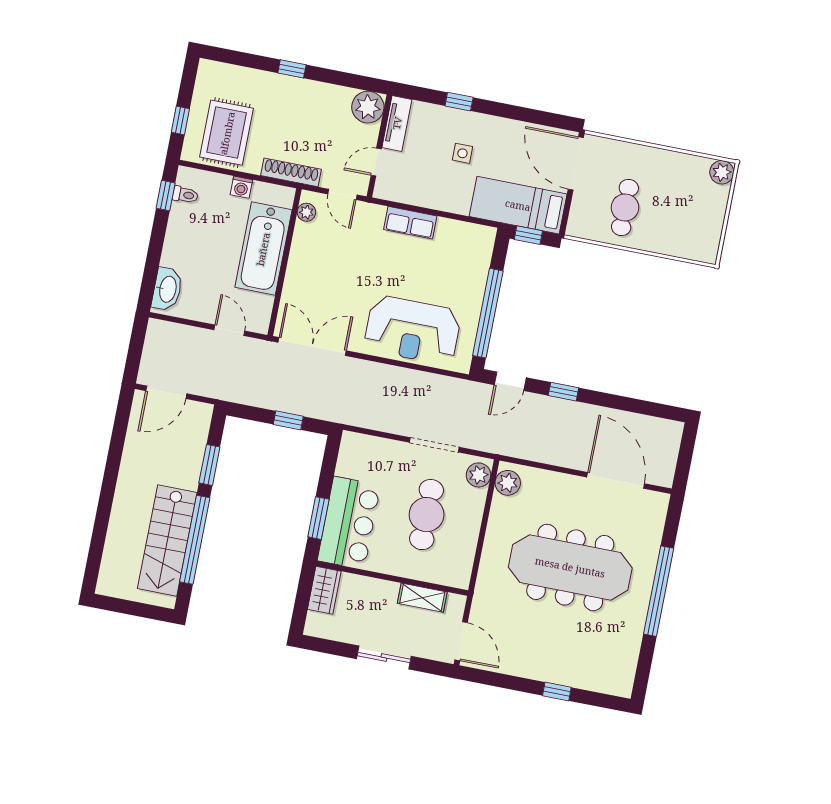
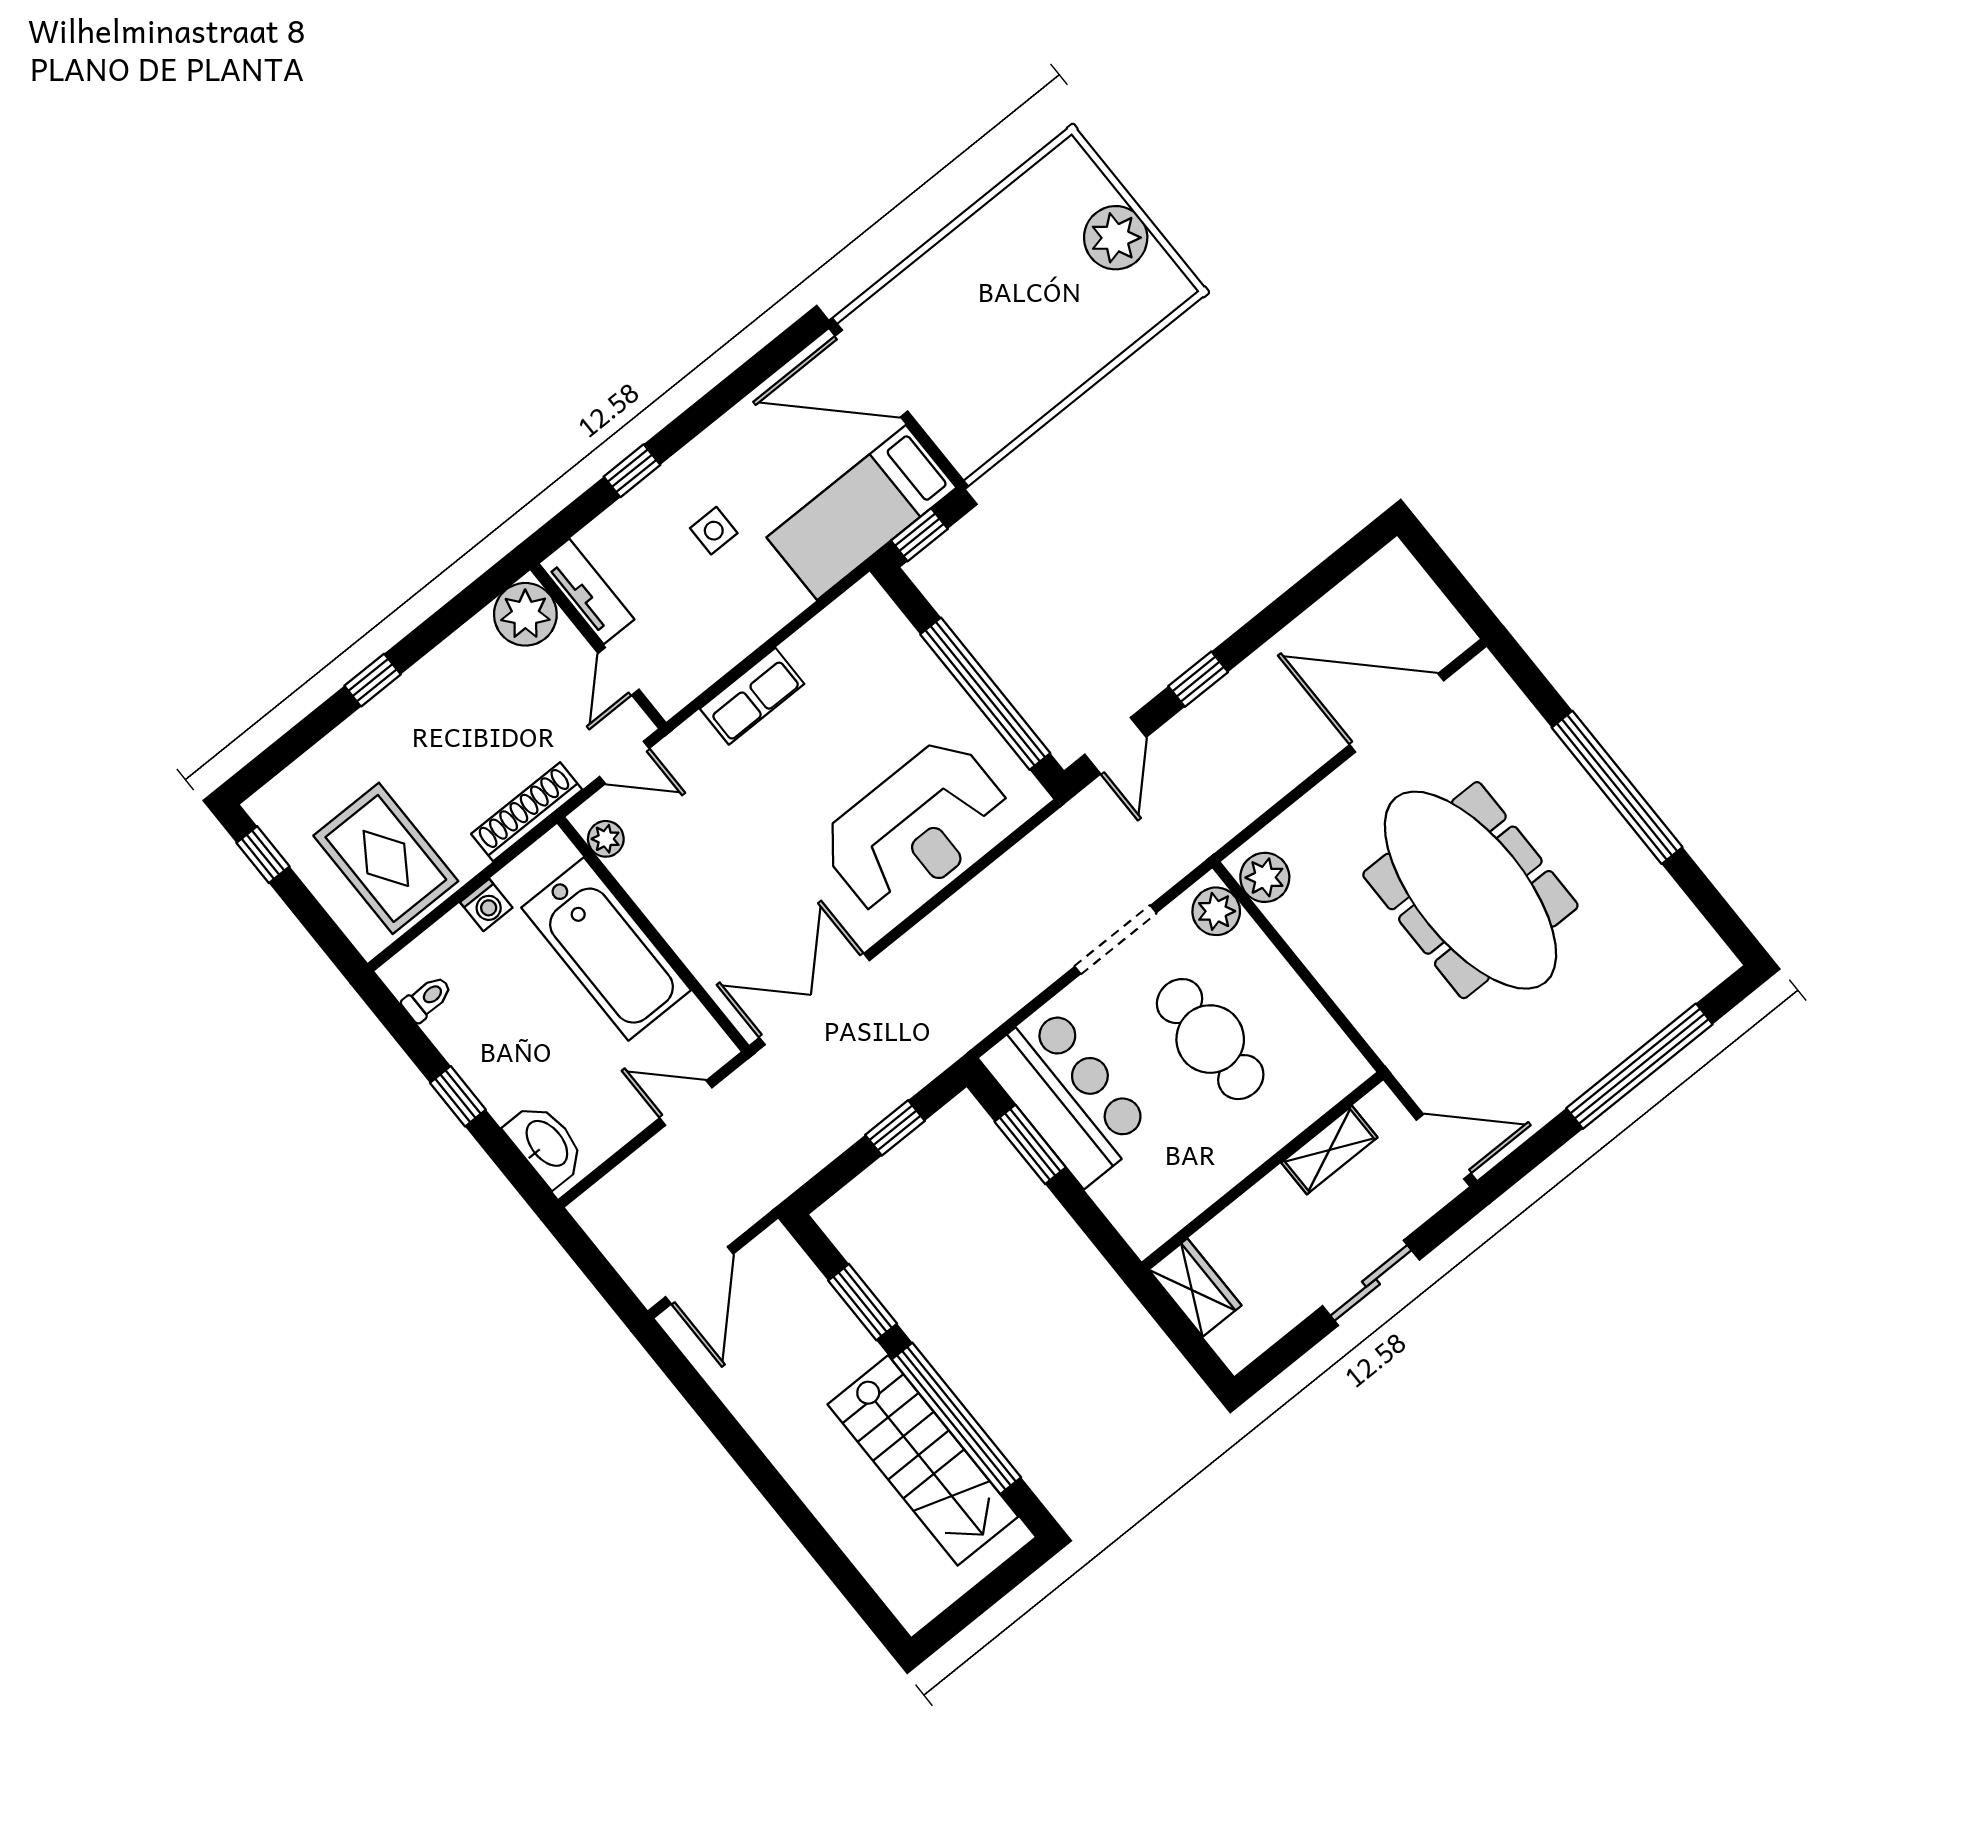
window: (180, 120) -> (263, 855), moved
plant: (722, 172) -> (1116, 238), moved, width x1.36, depth x1.36
window: (166, 196) -> (458, 1096), moved
cafe table: (625, 208) -> (999, 355), removed
window: (318, 518) -> (1030, 1144), moved
bar counter: (349, 523) -> (1067, 1094), moved
meeting table: (570, 567) -> (1470, 890), turned 90
window: (557, 691) -> (1639, 1066), width x3.17

